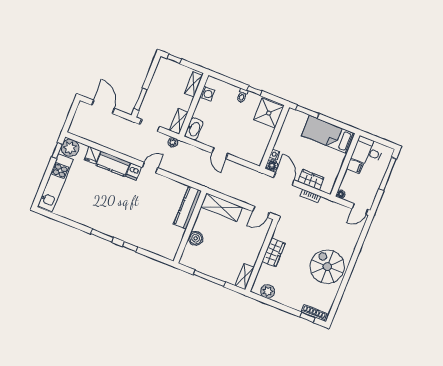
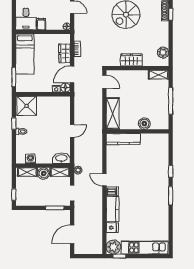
boiler: (185, 102) -> (44, 173), added

